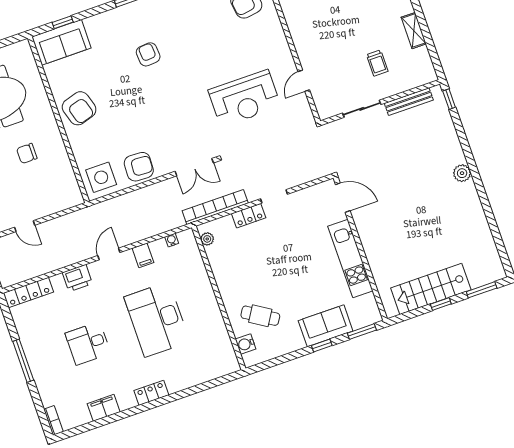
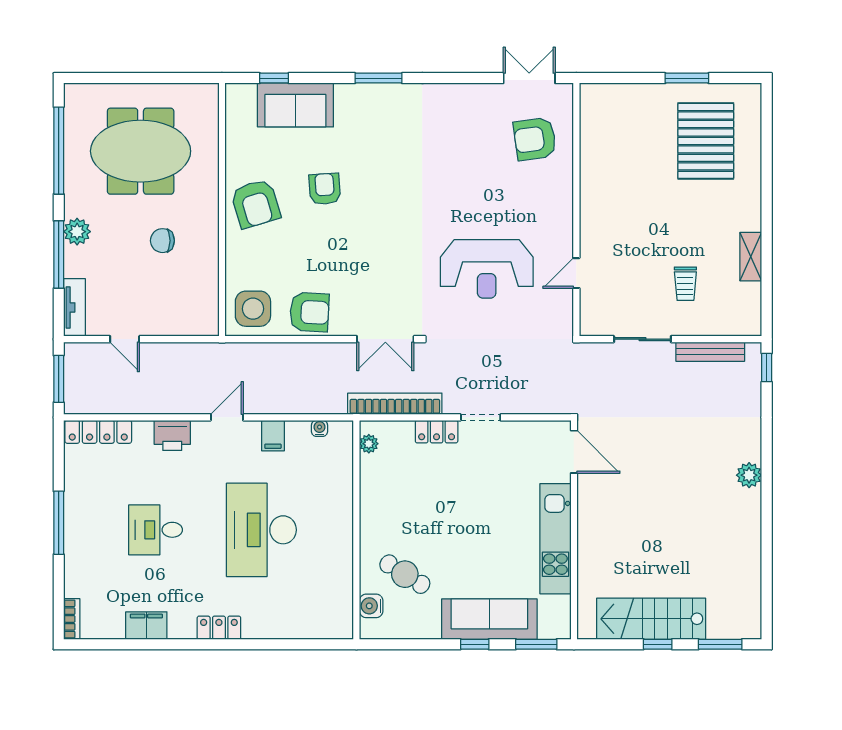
sofa: (61, 42) -> (295, 105), moved
armchair: (148, 54) -> (325, 189), moved
sofa: (326, 326) -> (489, 619), width x1.36

